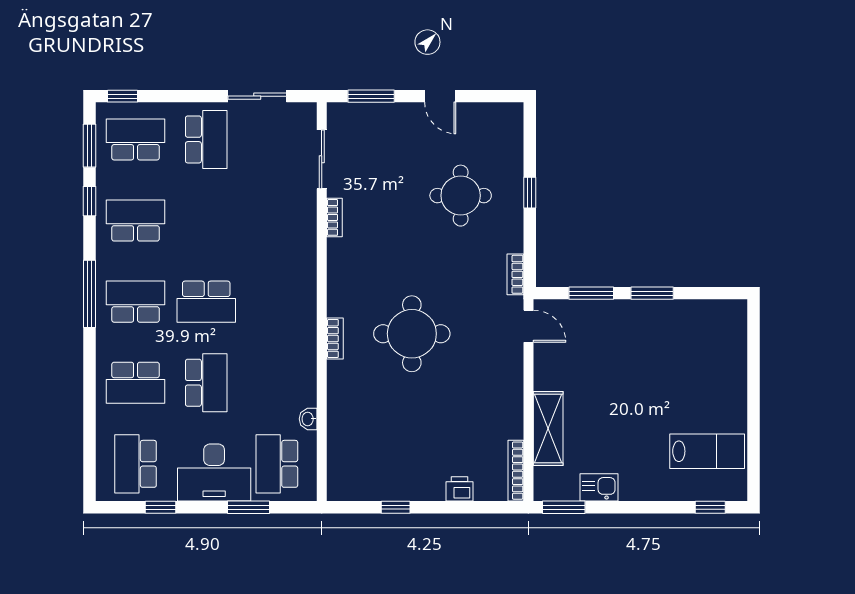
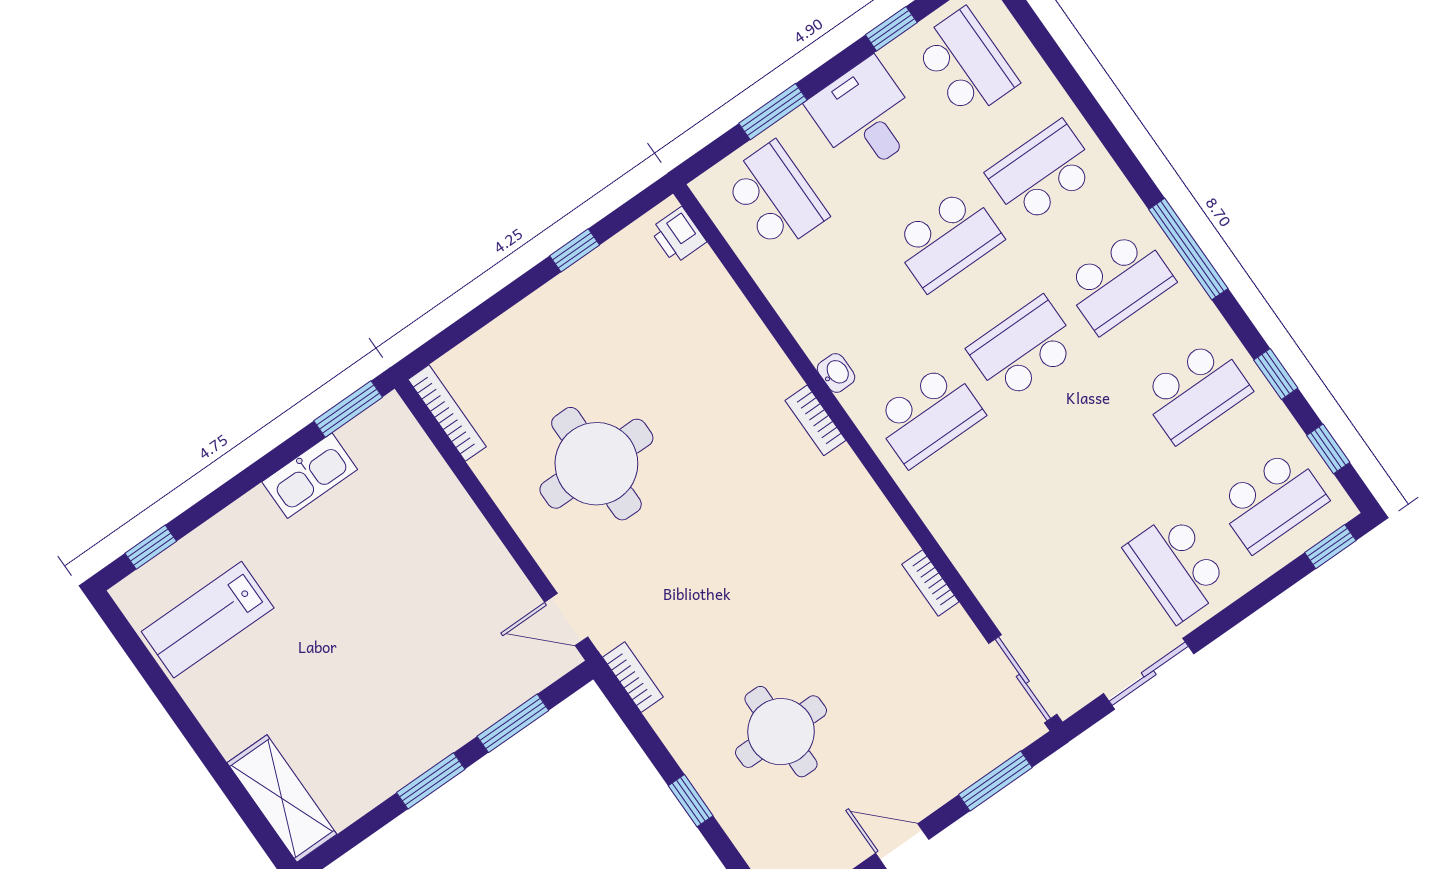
window: (89, 146) -> (1328, 449), width x0.67
sliding door: (322, 159) -> (1023, 679), moved
school desk: (277, 302) -> (928, 415), added
round table: (412, 334) -> (596, 464), moved
school desk: (206, 383) -> (947, 239), turned -90
washbasin: (308, 419) -> (836, 373), moved
shelving: (548, 428) -> (282, 799), moved
desk: (214, 472) -> (865, 117), width x0.73
kitchen sink: (599, 487) -> (310, 476), width x1.38
printer: (459, 489) -> (678, 235), moved, turned 90

